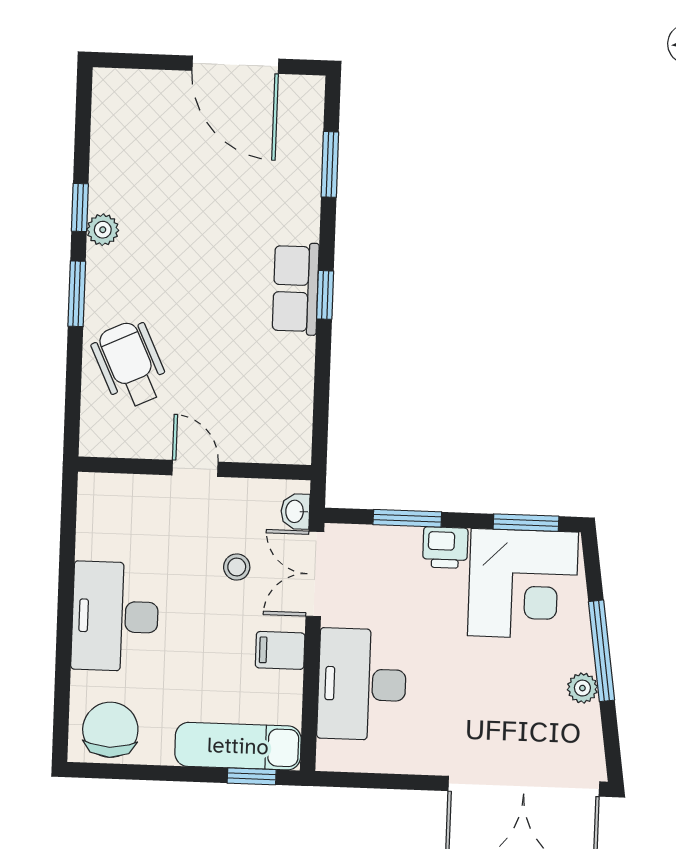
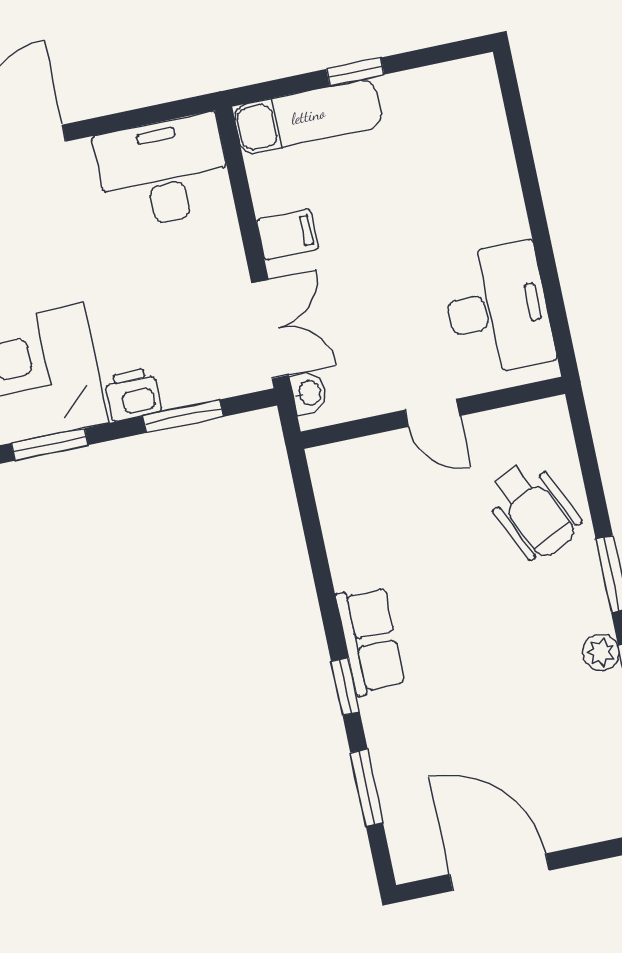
window: (325, 295) -> (345, 687), moved
stool: (237, 567) -> (359, 315), removed
desk: (115, 616) -> (497, 309), moved
desk: (362, 684) -> (163, 172), moved, turned -90
chair: (110, 730) -> (454, 99), removed
window: (252, 776) -> (355, 72), moved

